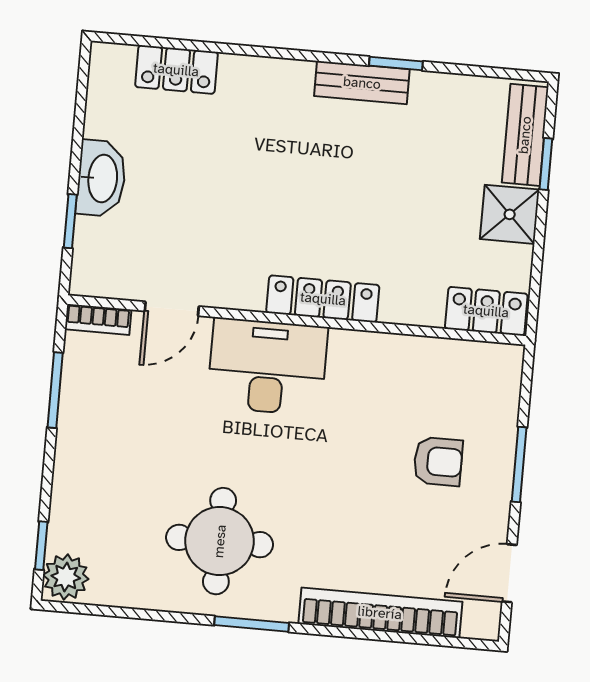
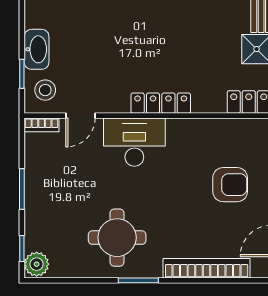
stool: (111, 255) -> (45, 90), added
window: (55, 390) -> (22, 189), moved
armchair: (438, 461) -> (230, 185), width x1.38, depth x1.38

